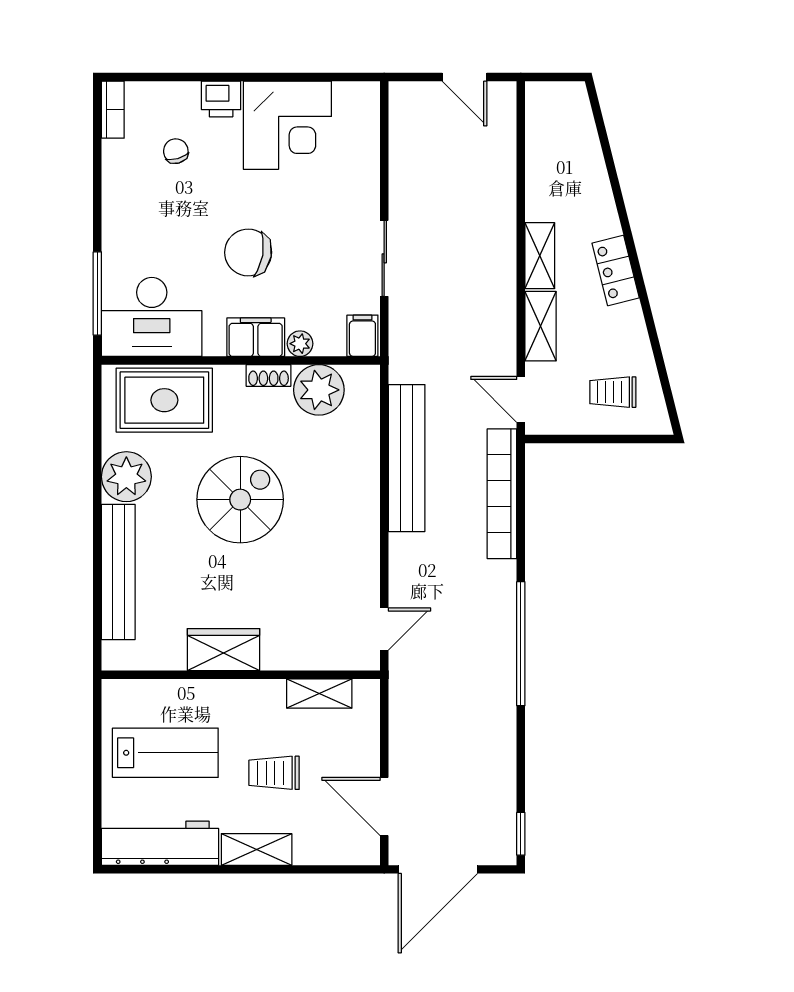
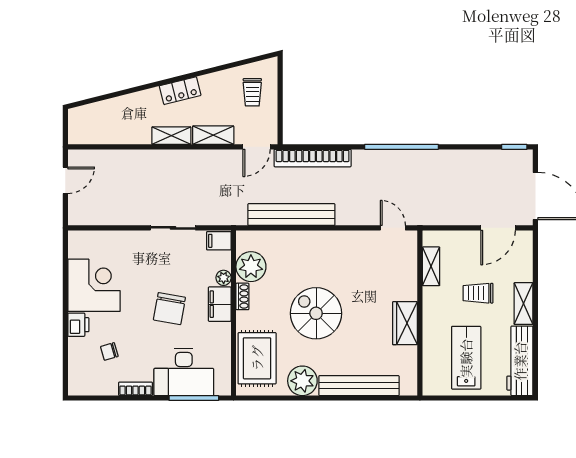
bookcase: (113, 110) -> (135, 389), moved
desk: (152, 317) -> (184, 372), moved, turned 90
trolley: (274, 773) -> (478, 293), turned 90

